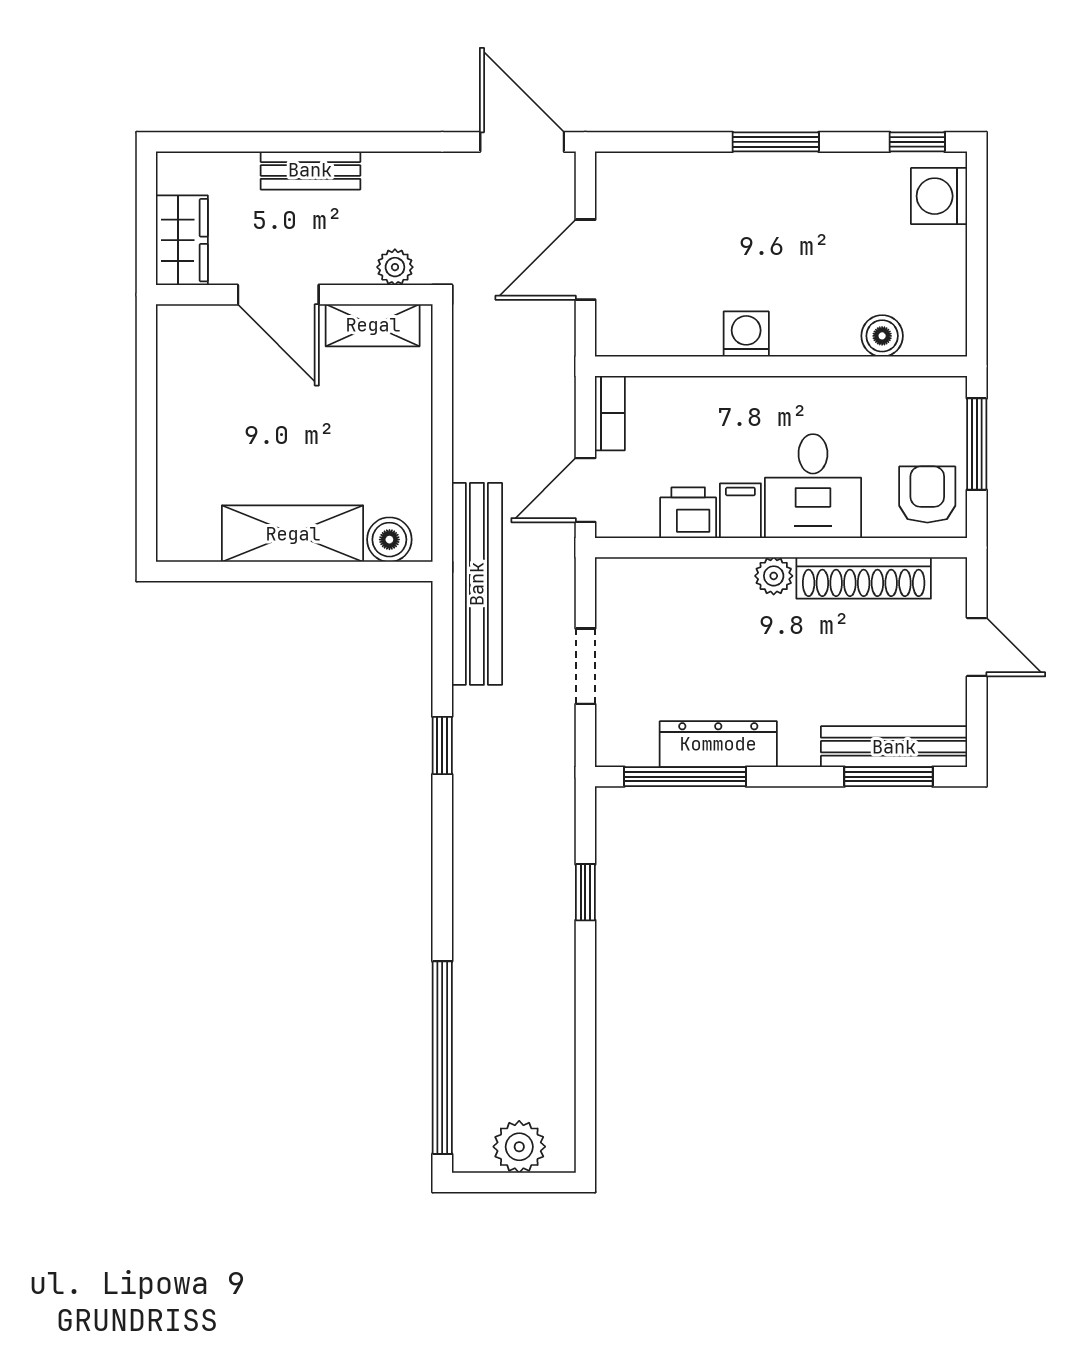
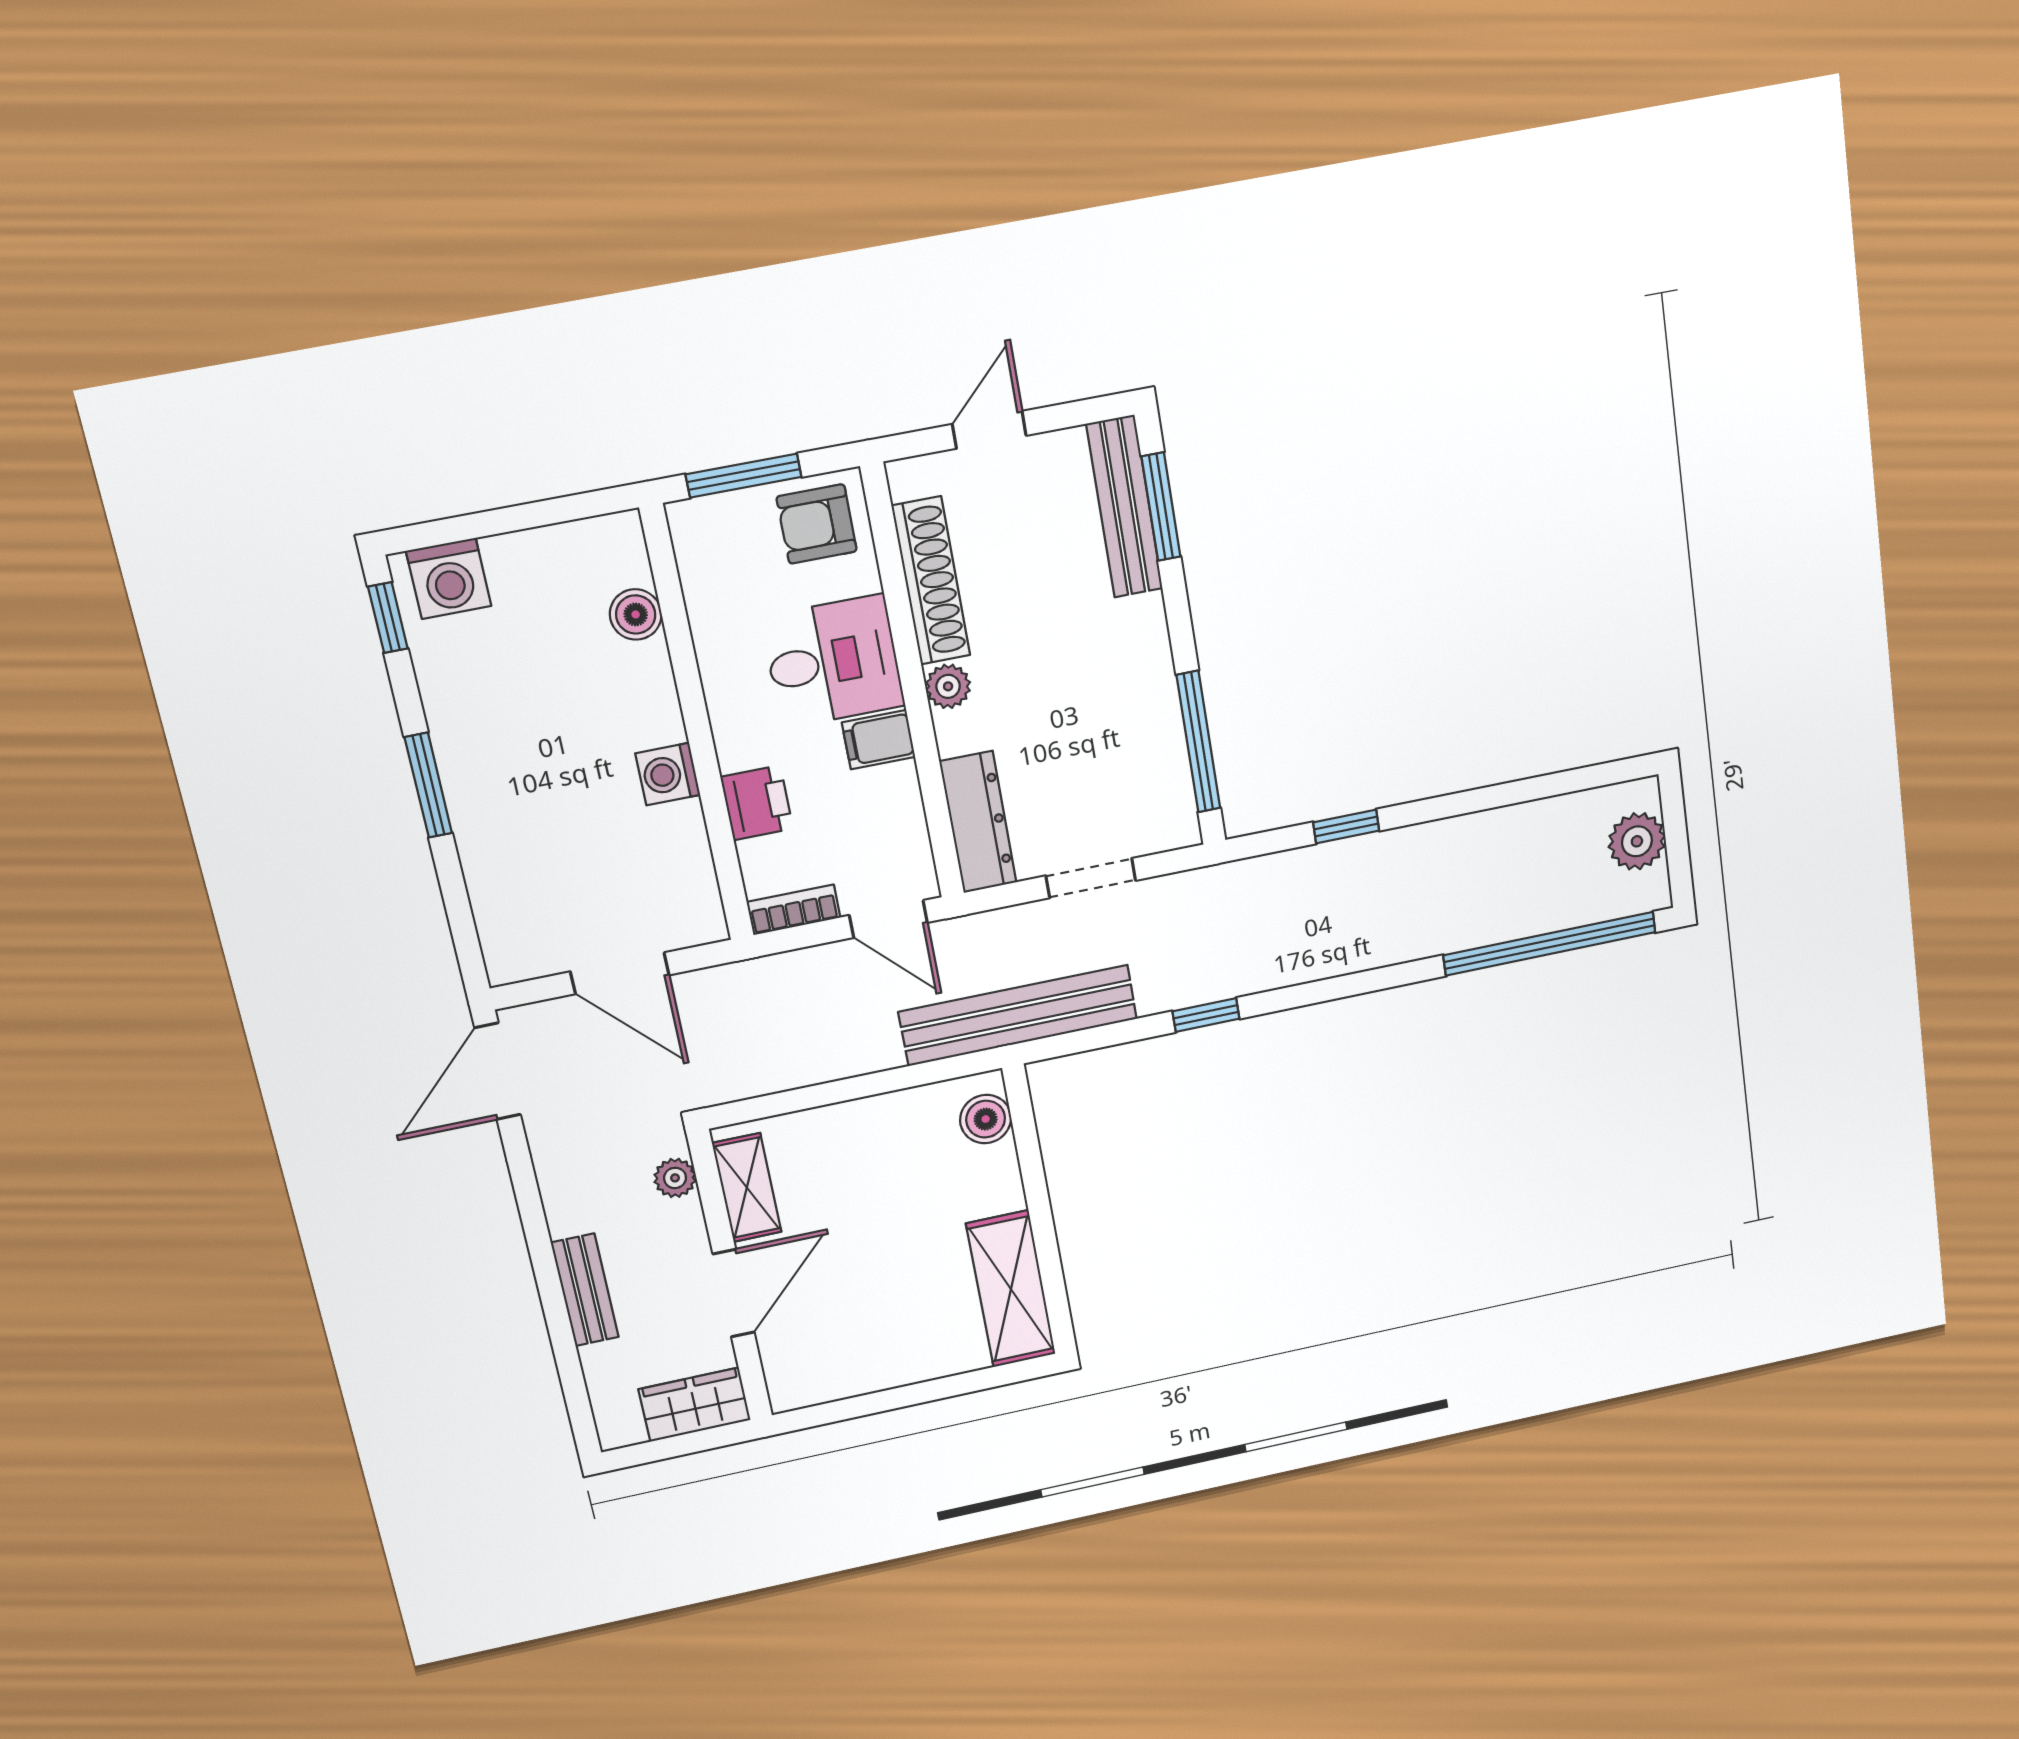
printer: (688, 513) -> (757, 803), moved, turned 180
shelving: (293, 534) -> (1011, 1289), moved
dresser: (718, 744) -> (978, 822), moved, turned 180

